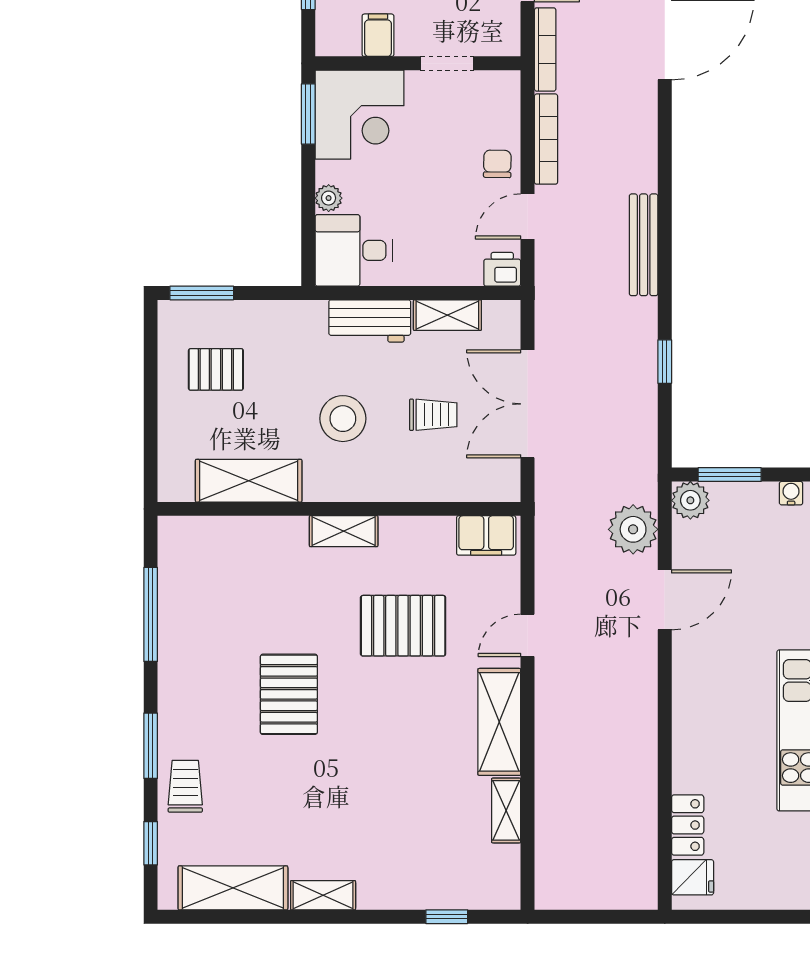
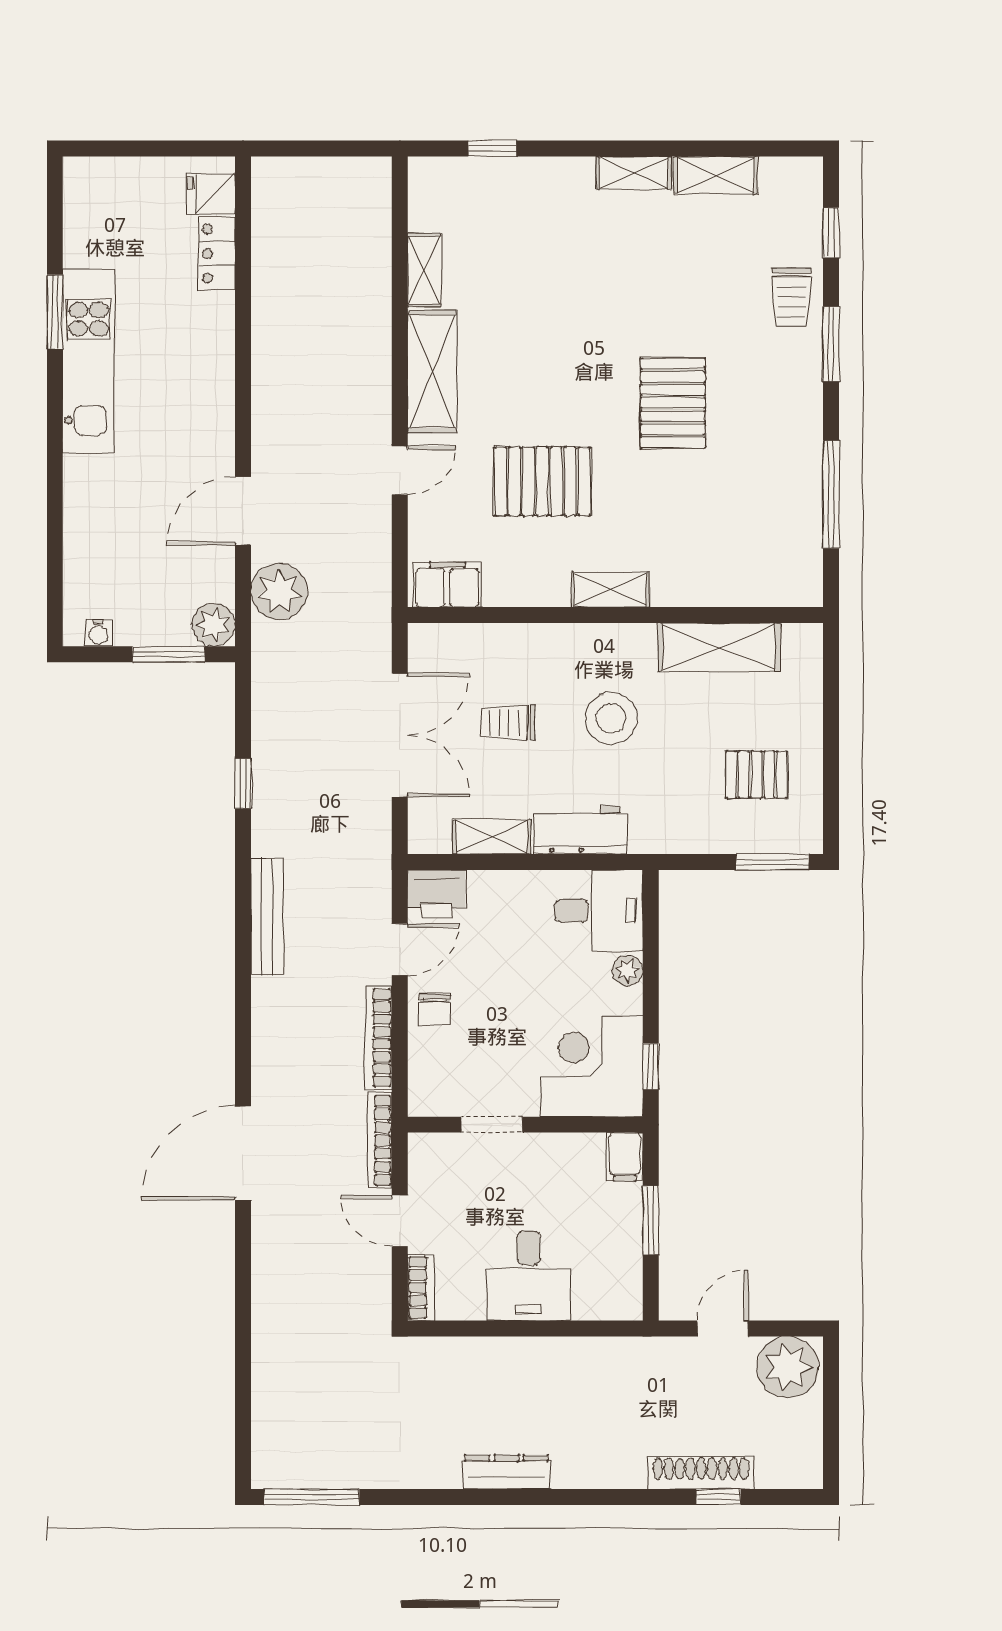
filing cabinet: (378, 35) -> (625, 1157), moved
window: (308, 114) -> (651, 1067), width x0.67
printer: (502, 269) -> (436, 894), width x1.36, depth x1.24
shelving: (233, 888) -> (716, 175), width x0.67, depth x0.75

